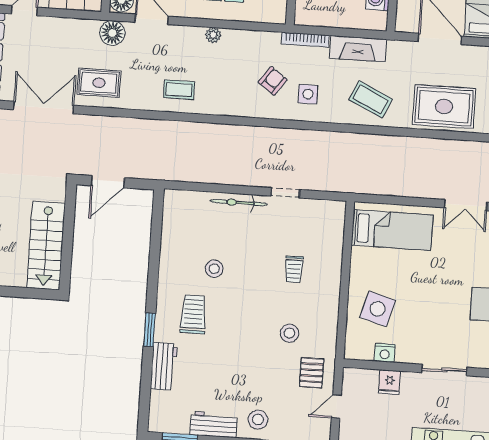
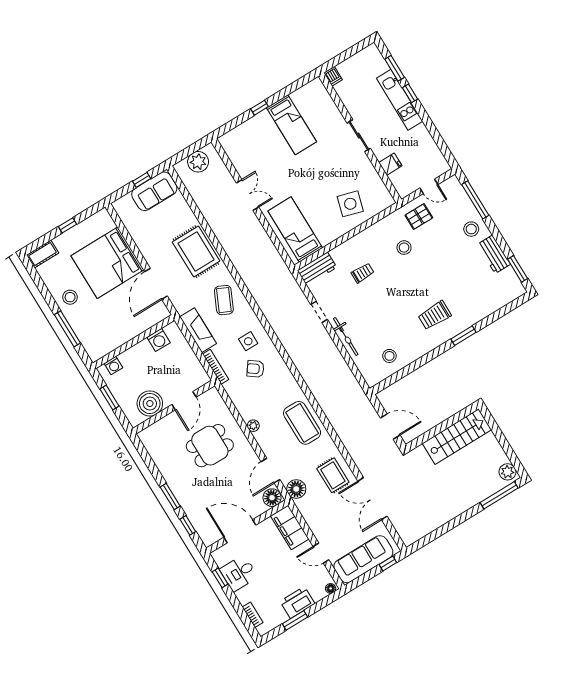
coffee table: (179, 90) -> (302, 423), width x1.86, depth x1.72
stool: (214, 269) -> (389, 356), moved
nightstand: (385, 353) -> (374, 180), removed
workbench: (164, 366) -> (317, 269), moved, turned 180

